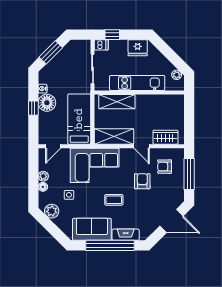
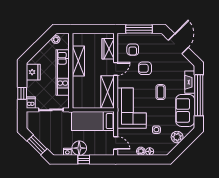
shelving: (117, 102) -> (78, 61), moved
plant: (52, 211) -> (177, 137), moved

